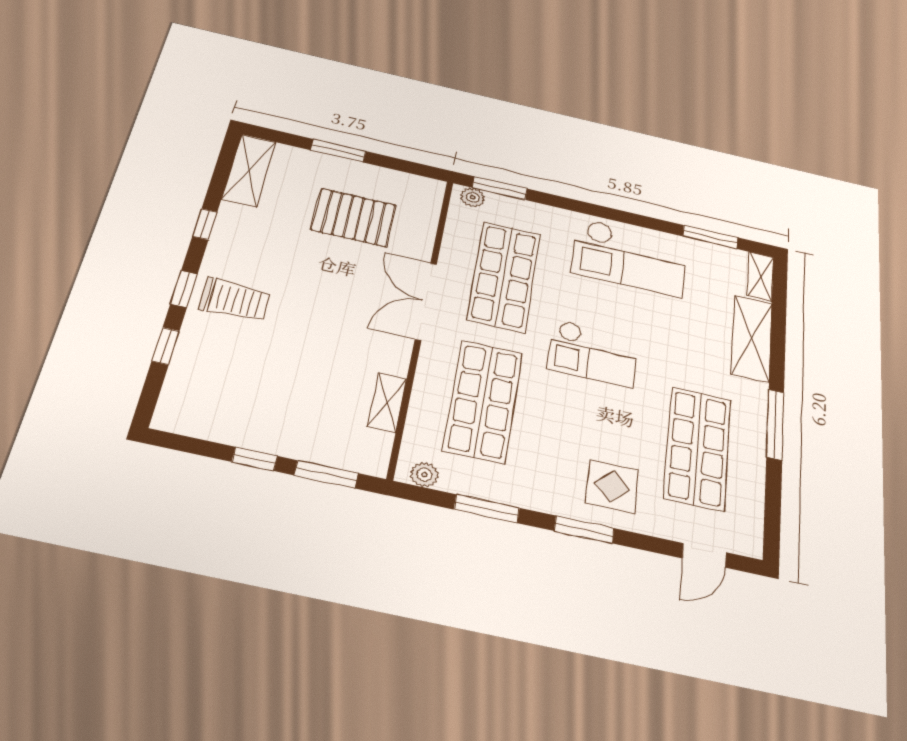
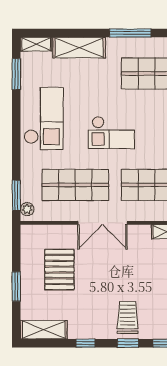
checkout: (593, 353) -> (111, 132), turned 90

